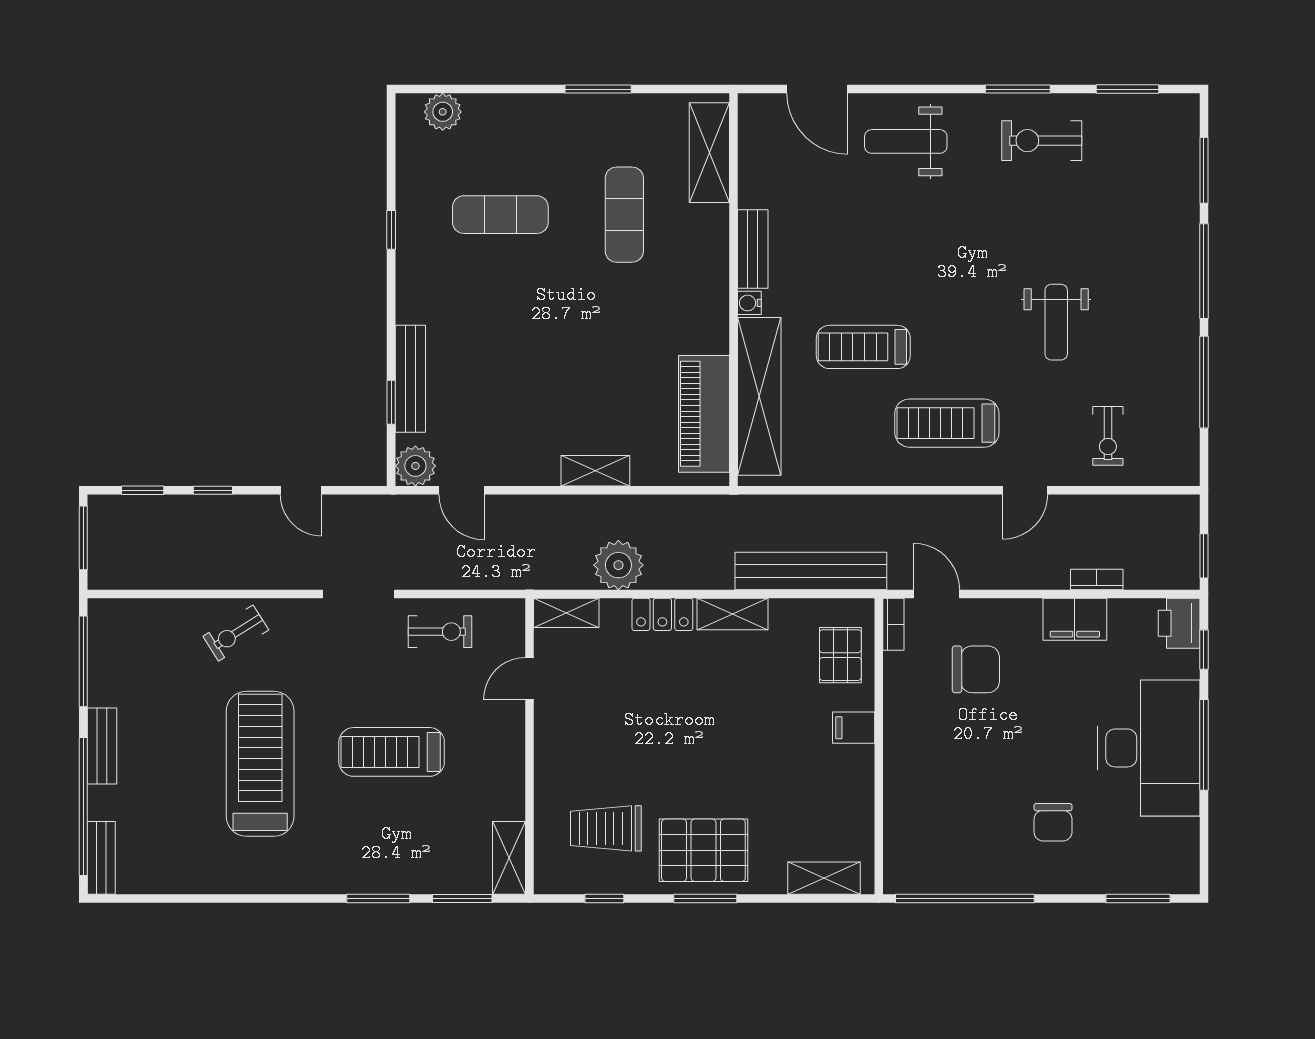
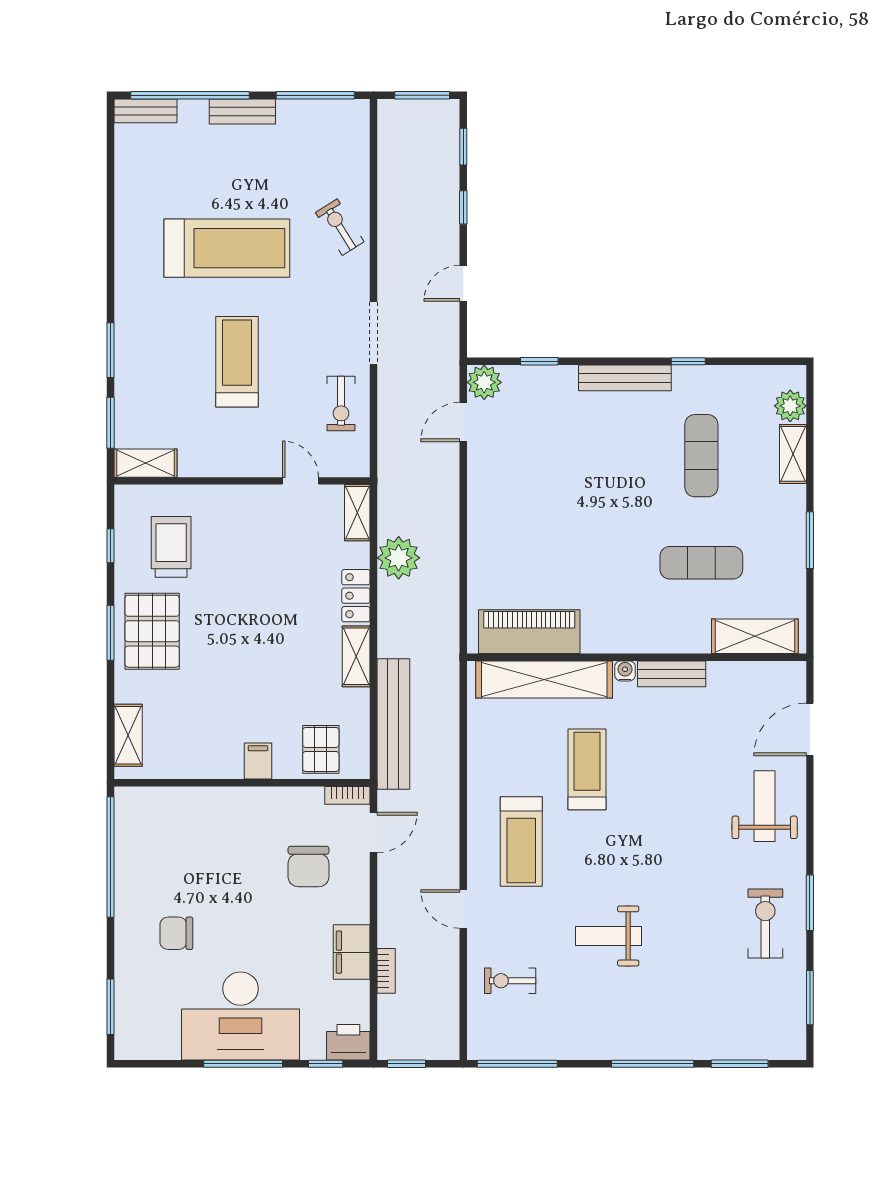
bench: (410, 379) -> (625, 378), moved
window: (1204, 382) -> (517, 1064), moved
treadmill: (947, 423) -> (521, 842), turned 180
shelving: (595, 471) -> (793, 454), moved
pallet: (840, 655) -> (321, 749), turned 90

